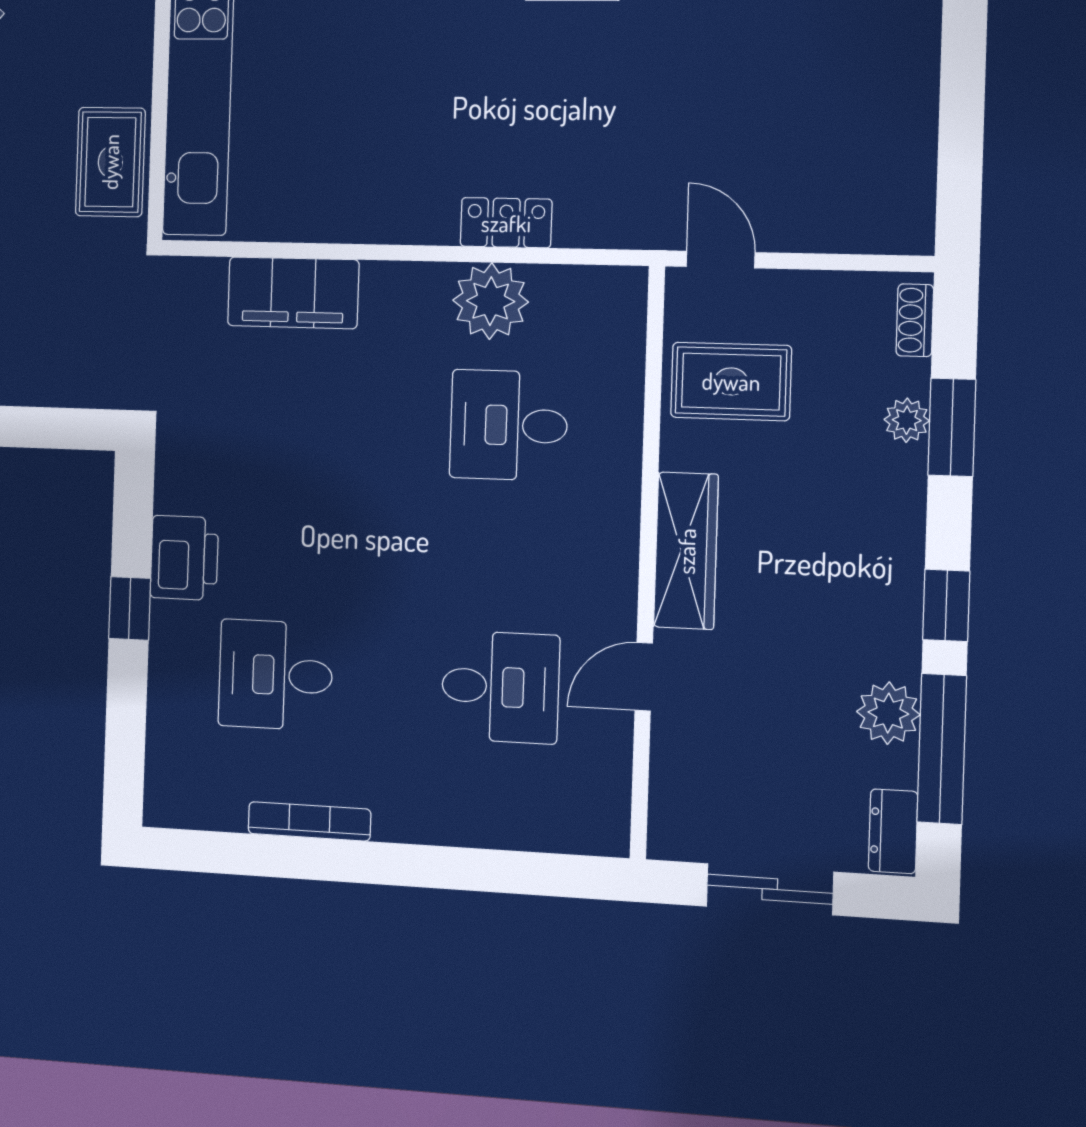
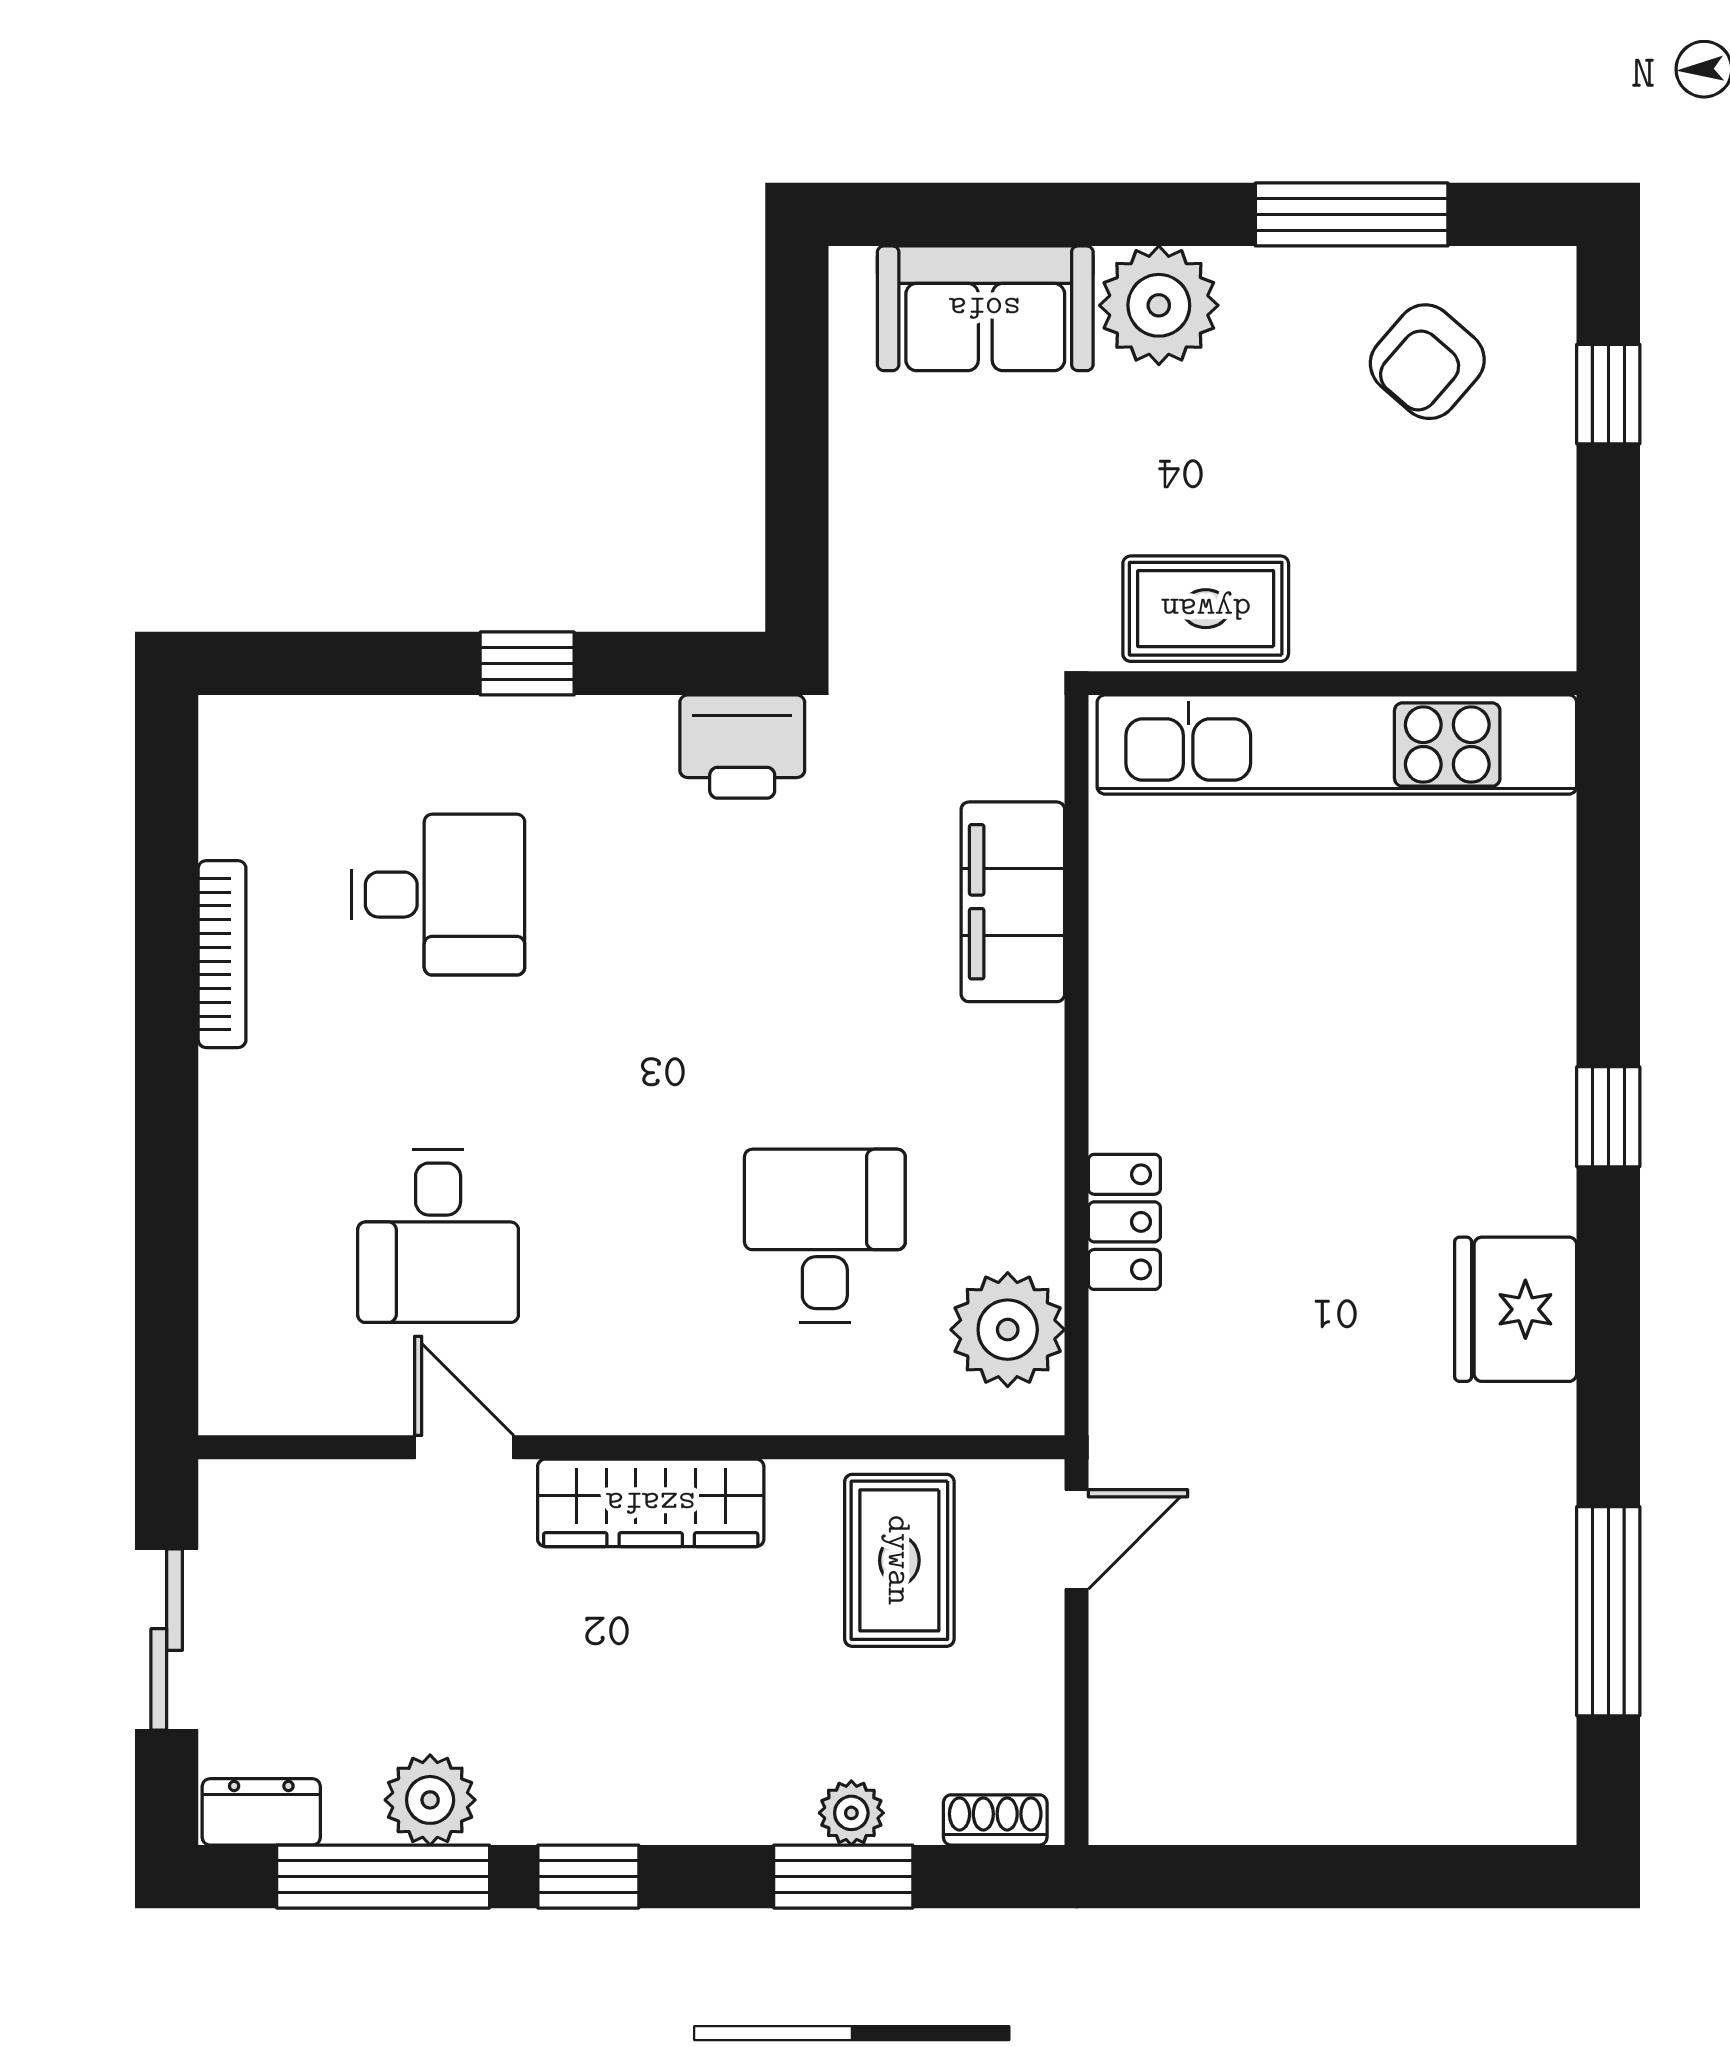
plant: (491, 301) -> (1008, 1330), moved
printer: (184, 558) -> (742, 747), moved
desk: (276, 675) -> (438, 895), turned 90

